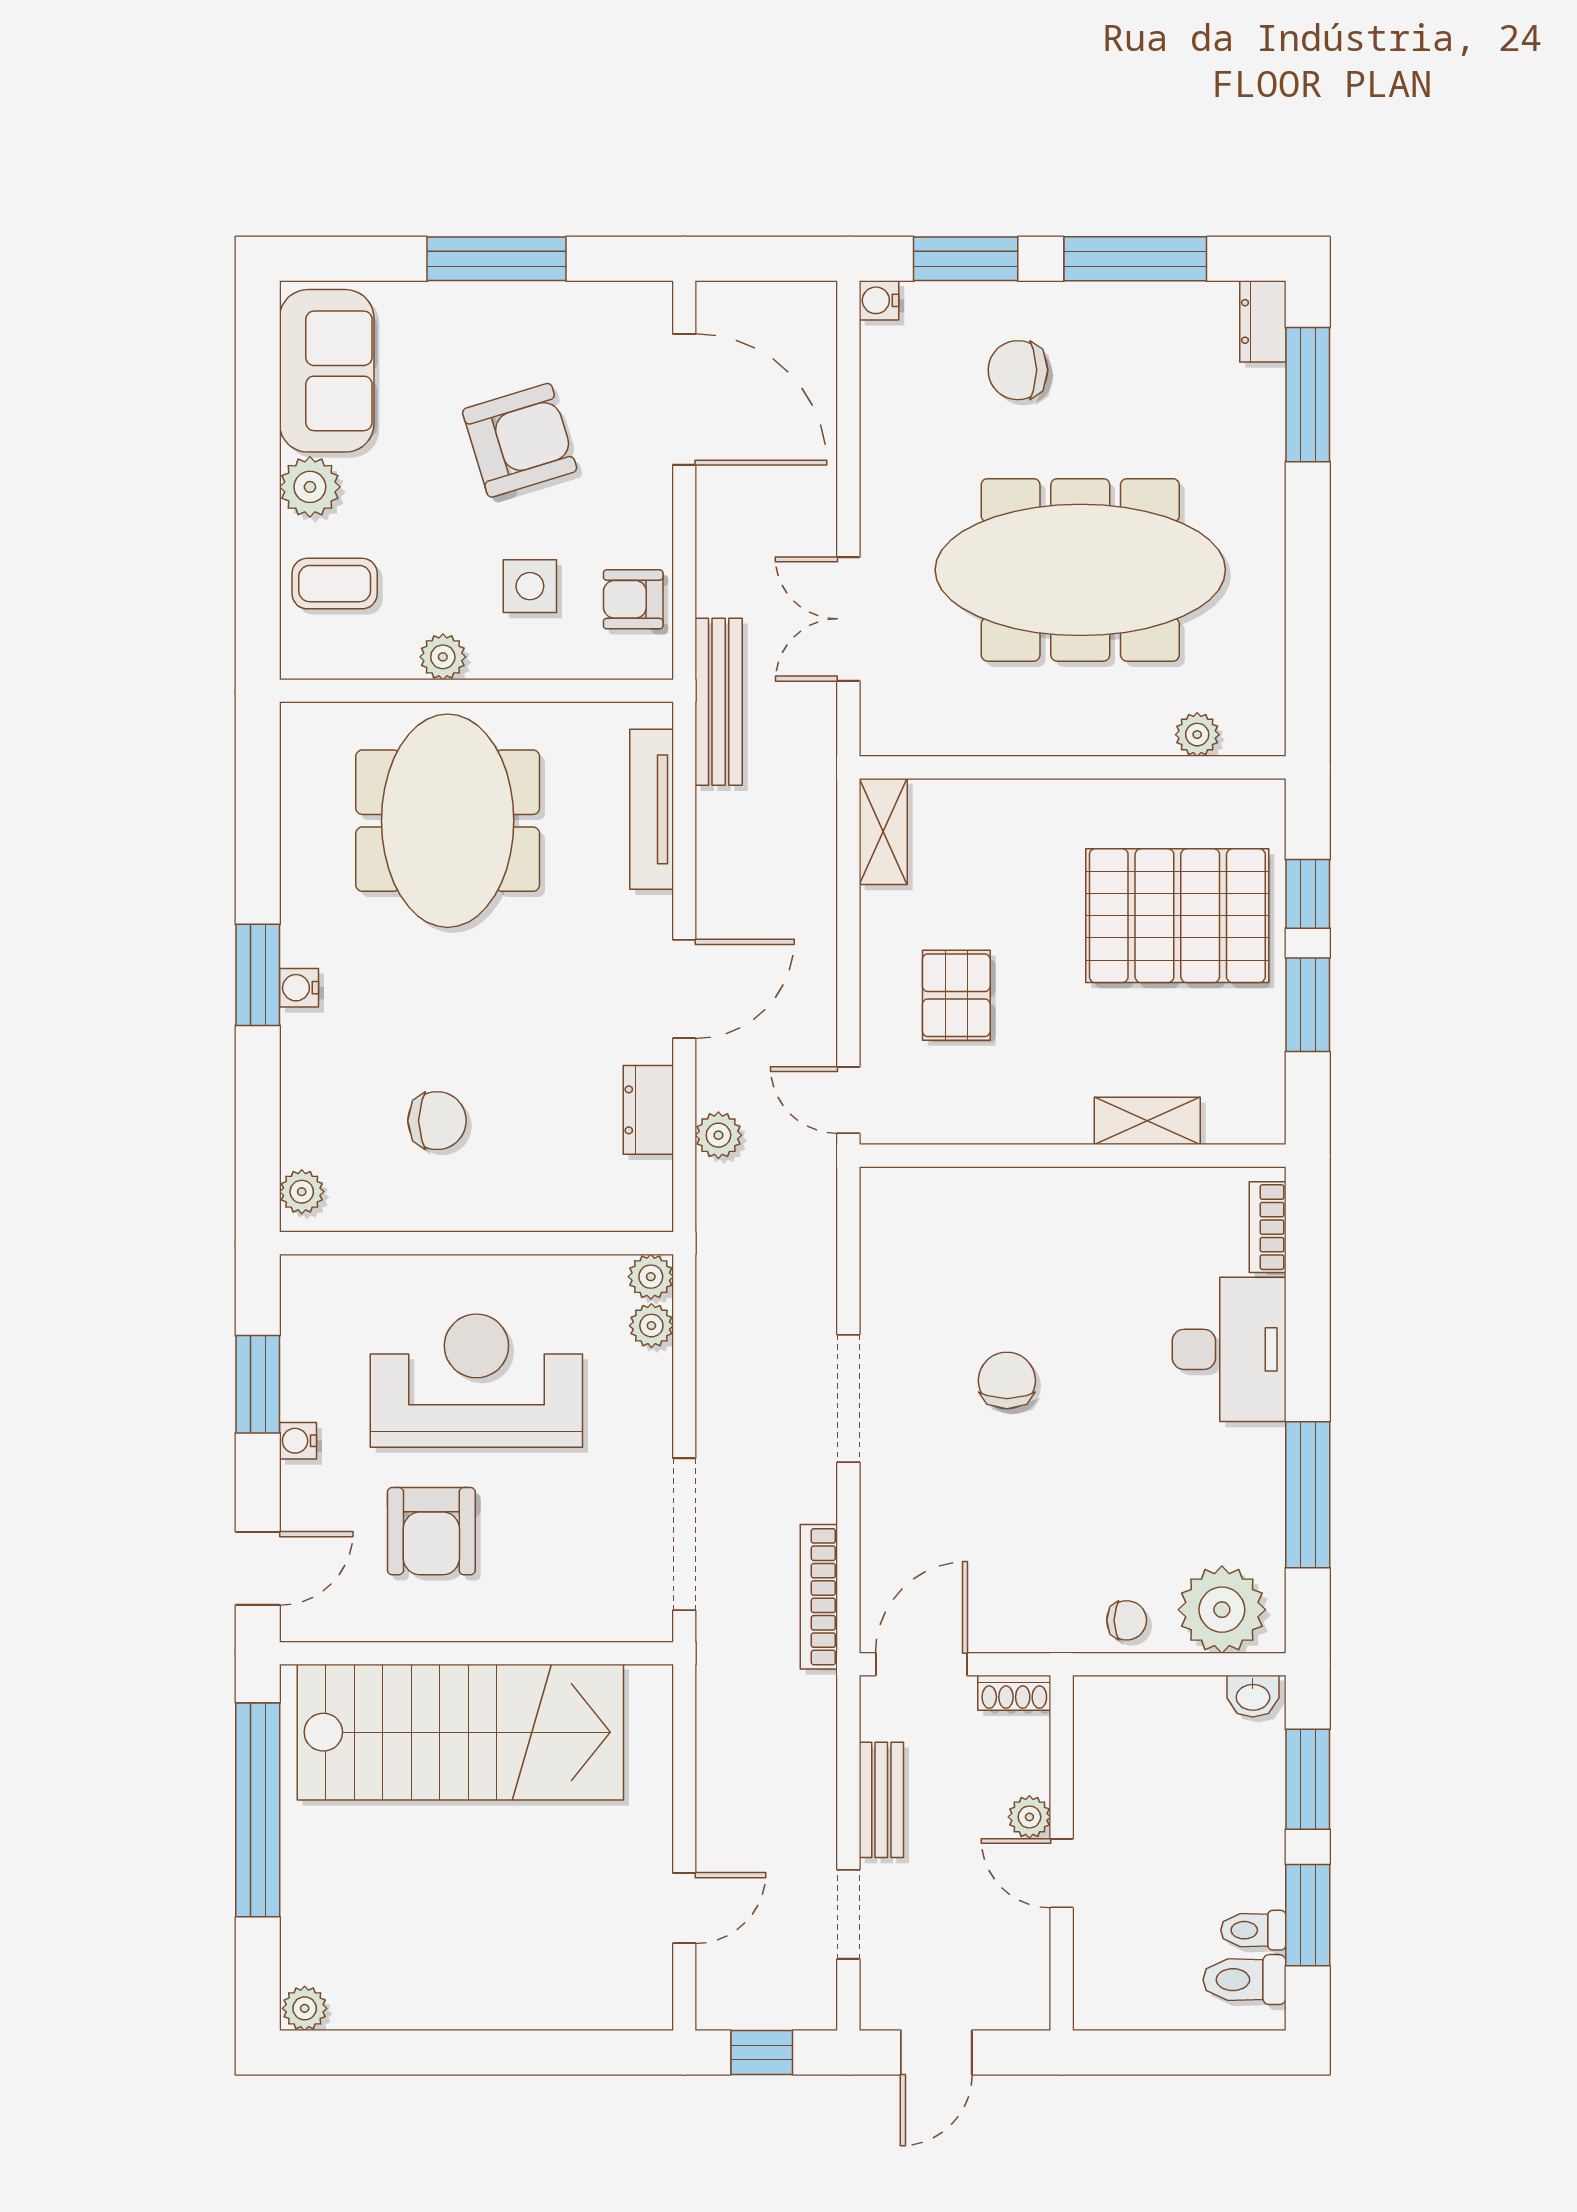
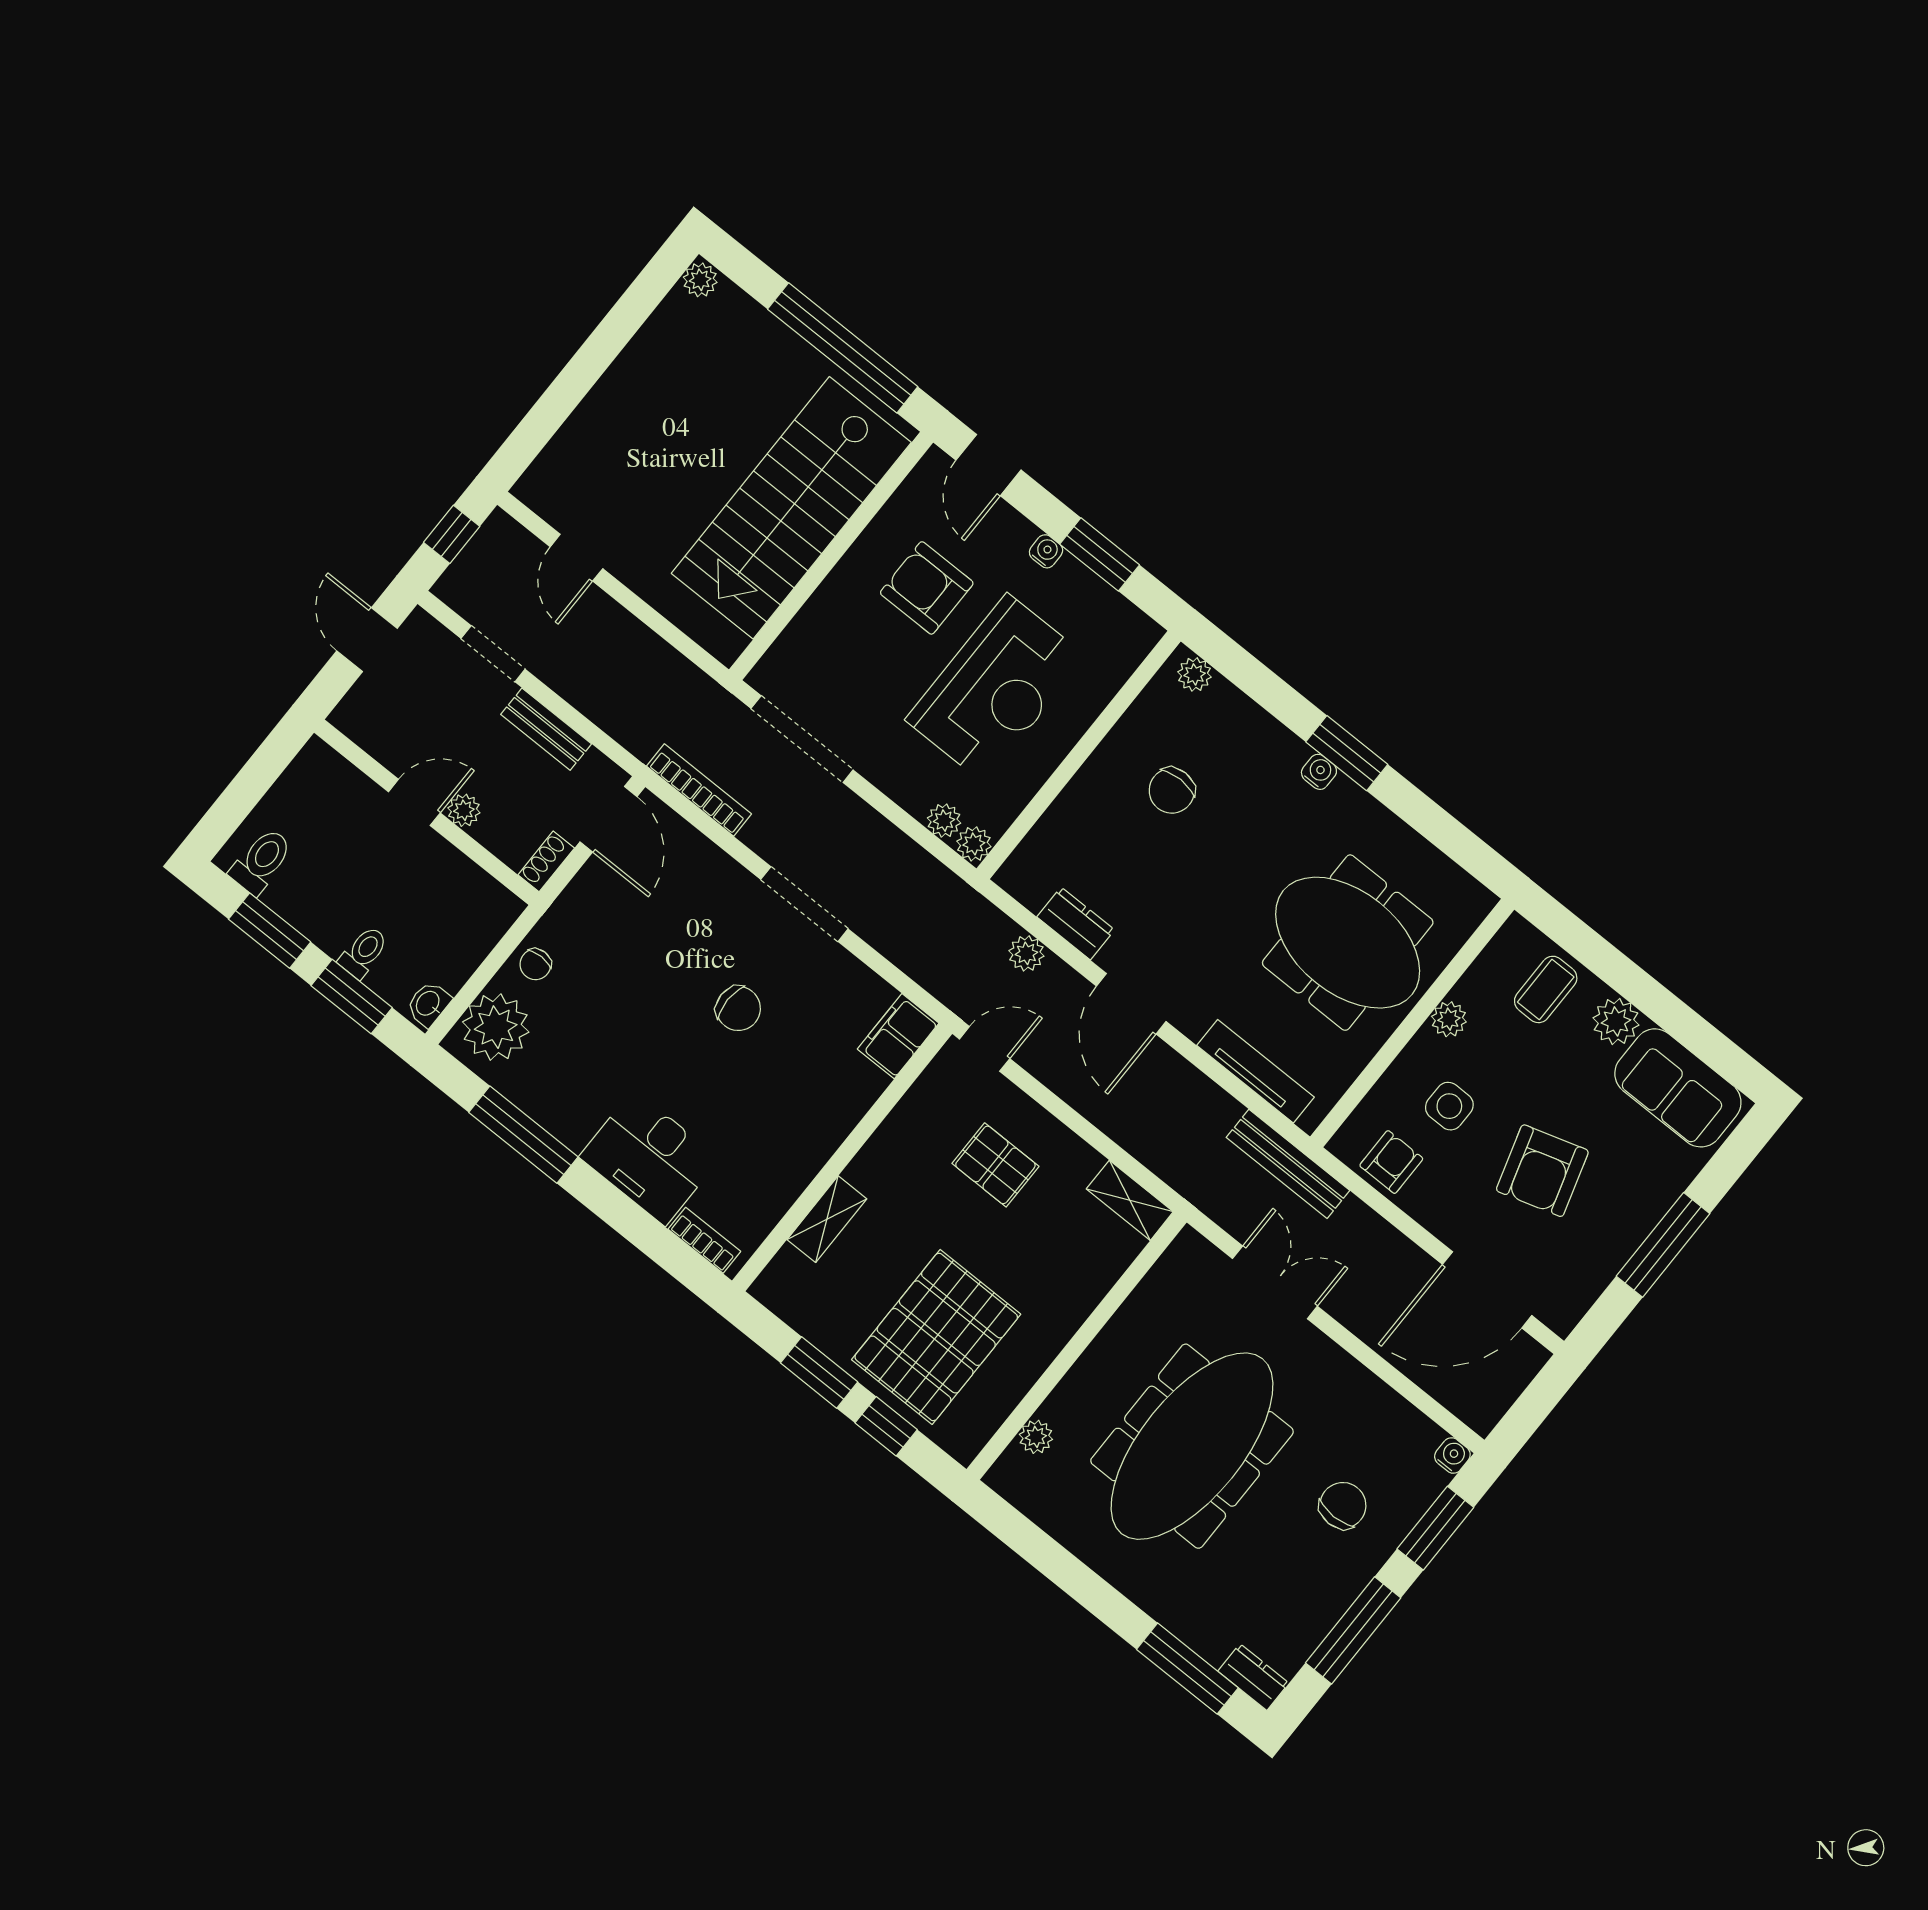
filing cabinet: (905, 1197) -> (898, 1036), added
toilet: (1253, 1930) -> (364, 952), moved

